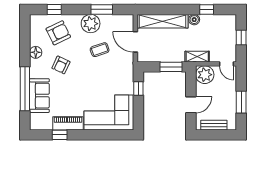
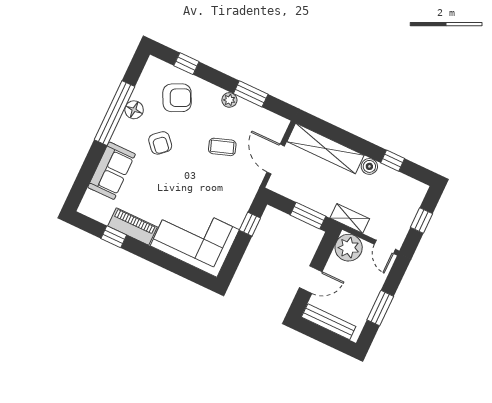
plant: (91, 24) -> (229, 100), width x0.53, depth x0.53
armchair: (61, 65) -> (160, 143), turned -67
window: (25, 89) -> (115, 113), moved
bench: (214, 125) -> (329, 322), width x1.36

